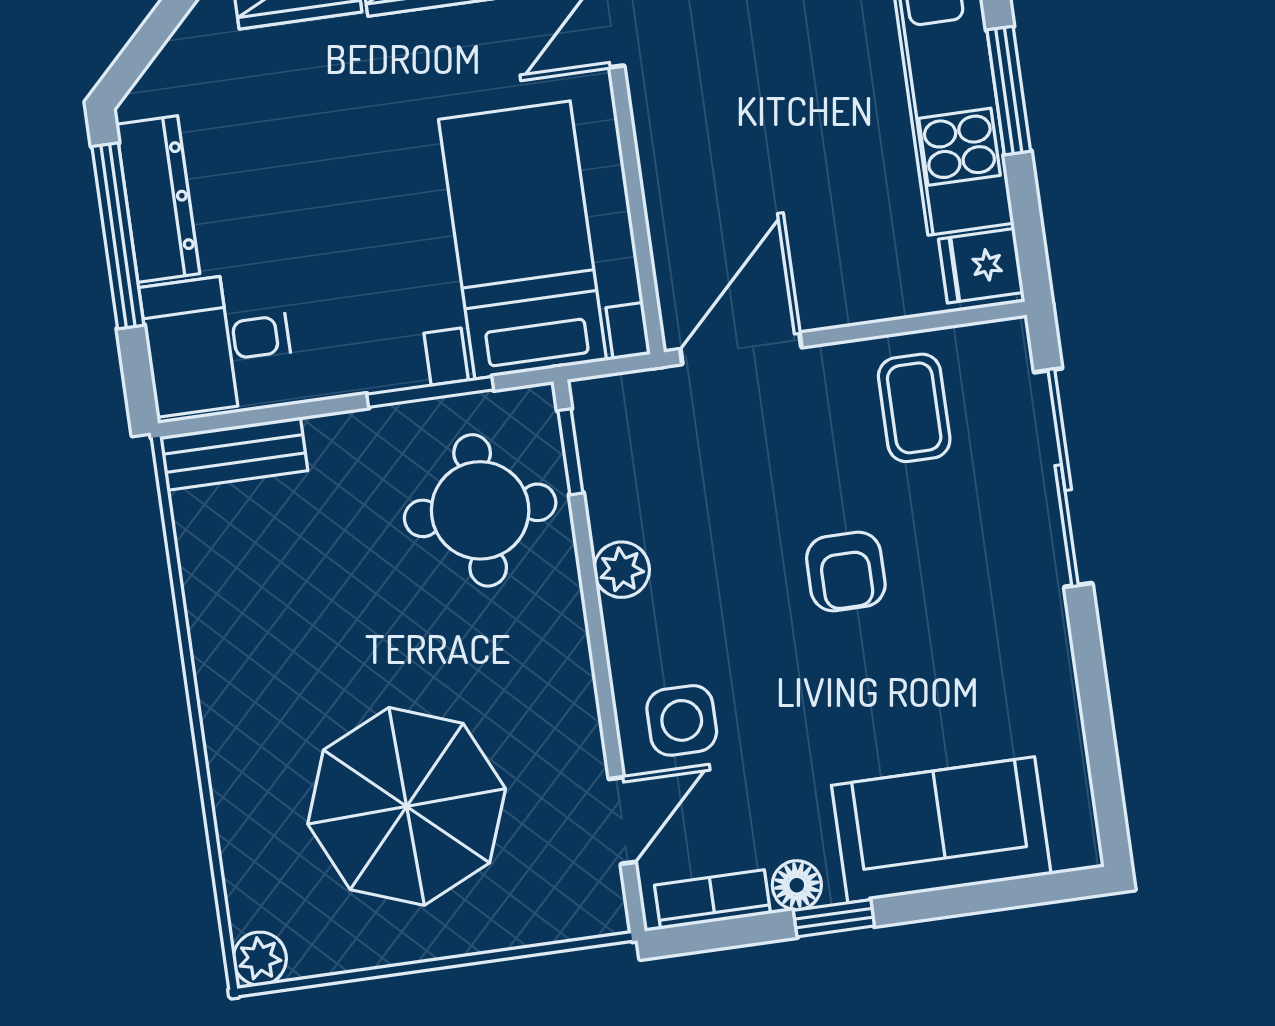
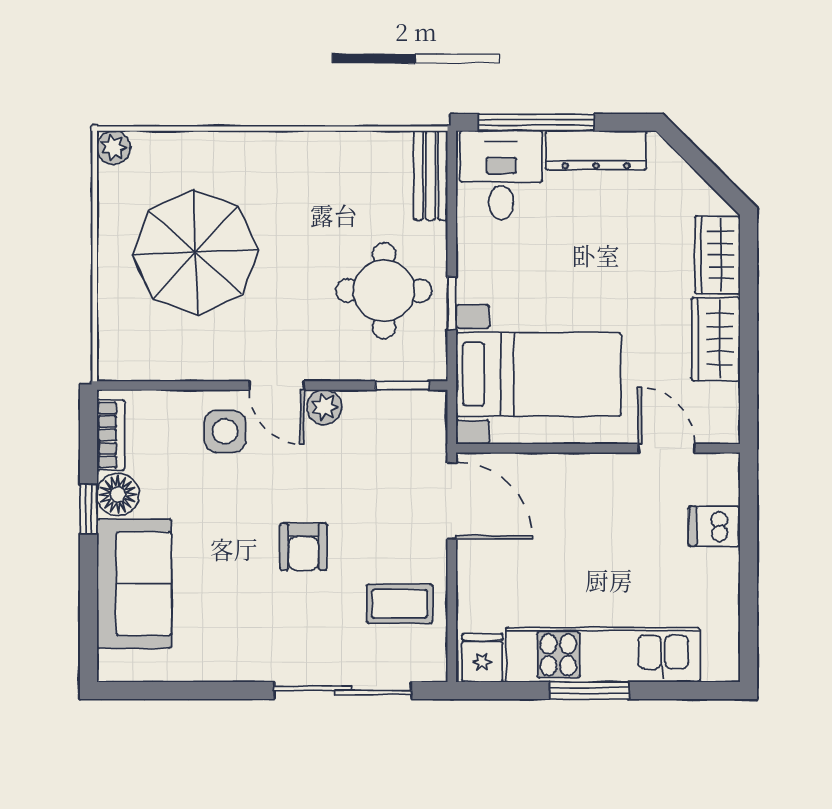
window: (118, 236) -> (536, 122), moved
window: (430, 392) -> (452, 303), width x0.67
round table: (480, 510) -> (384, 291), moved
armchair: (846, 571) -> (303, 547), turned -90
door: (622, 820) -> (277, 386), moved
floor lamp: (797, 885) -> (118, 494), width x1.37, depth x1.37

